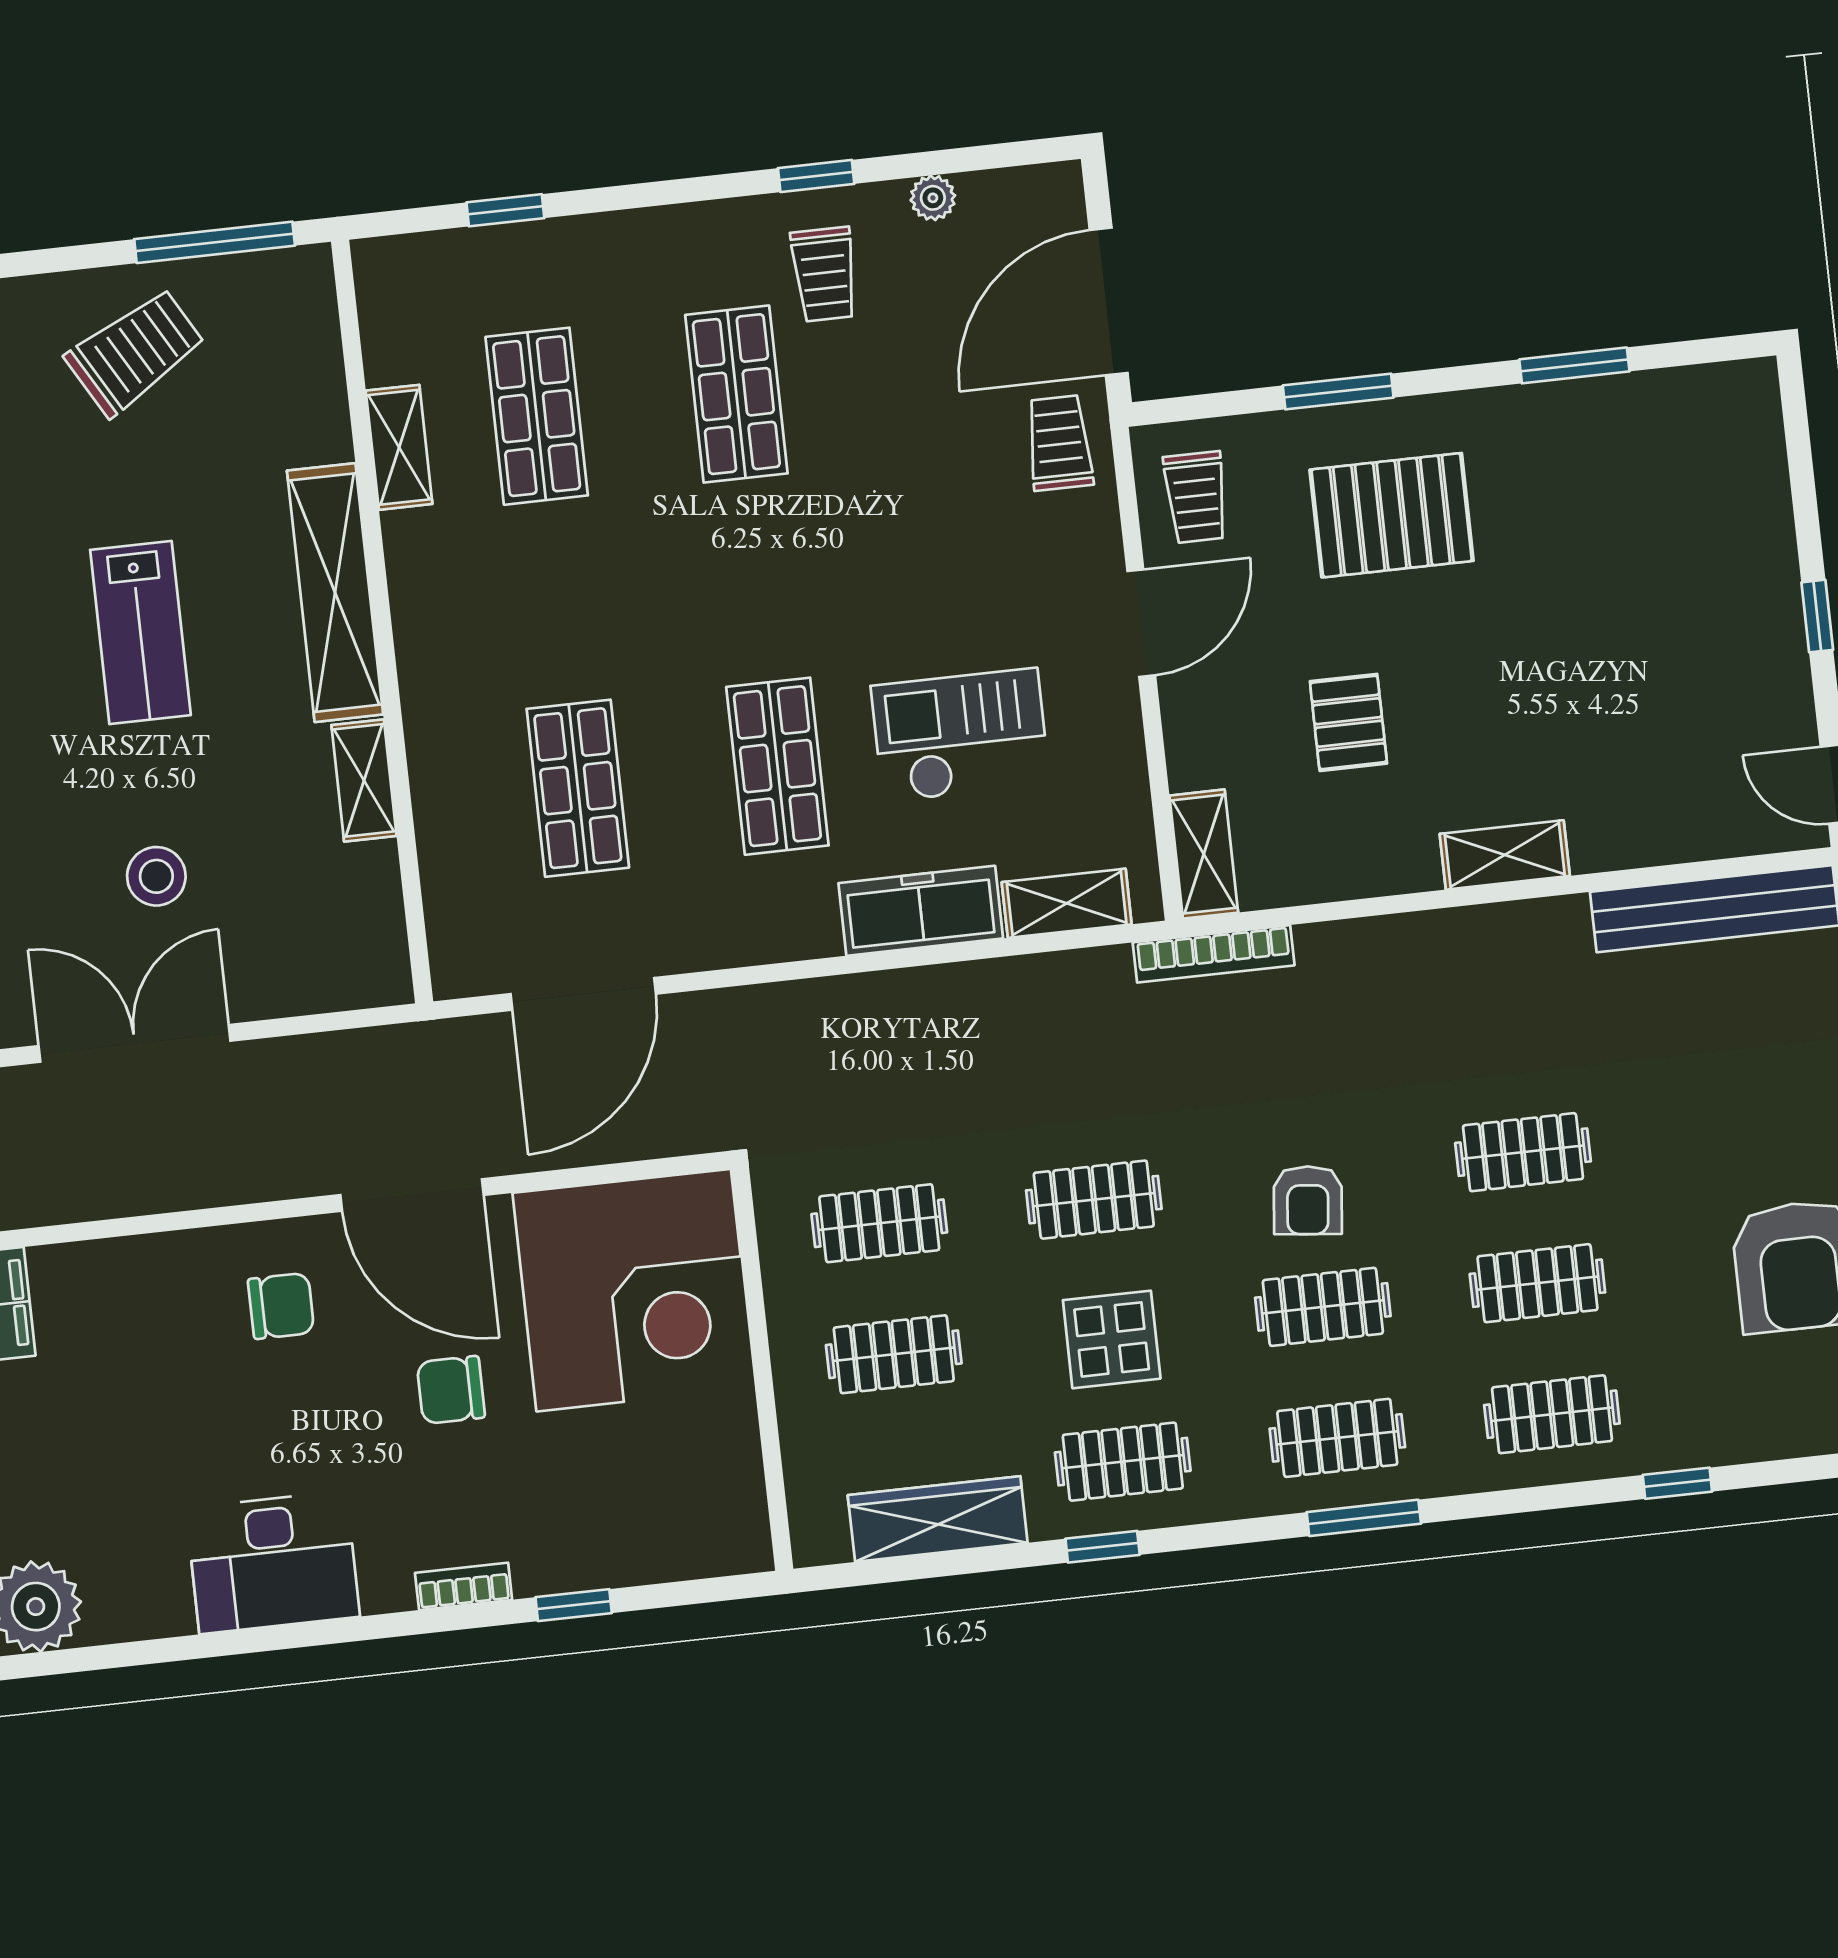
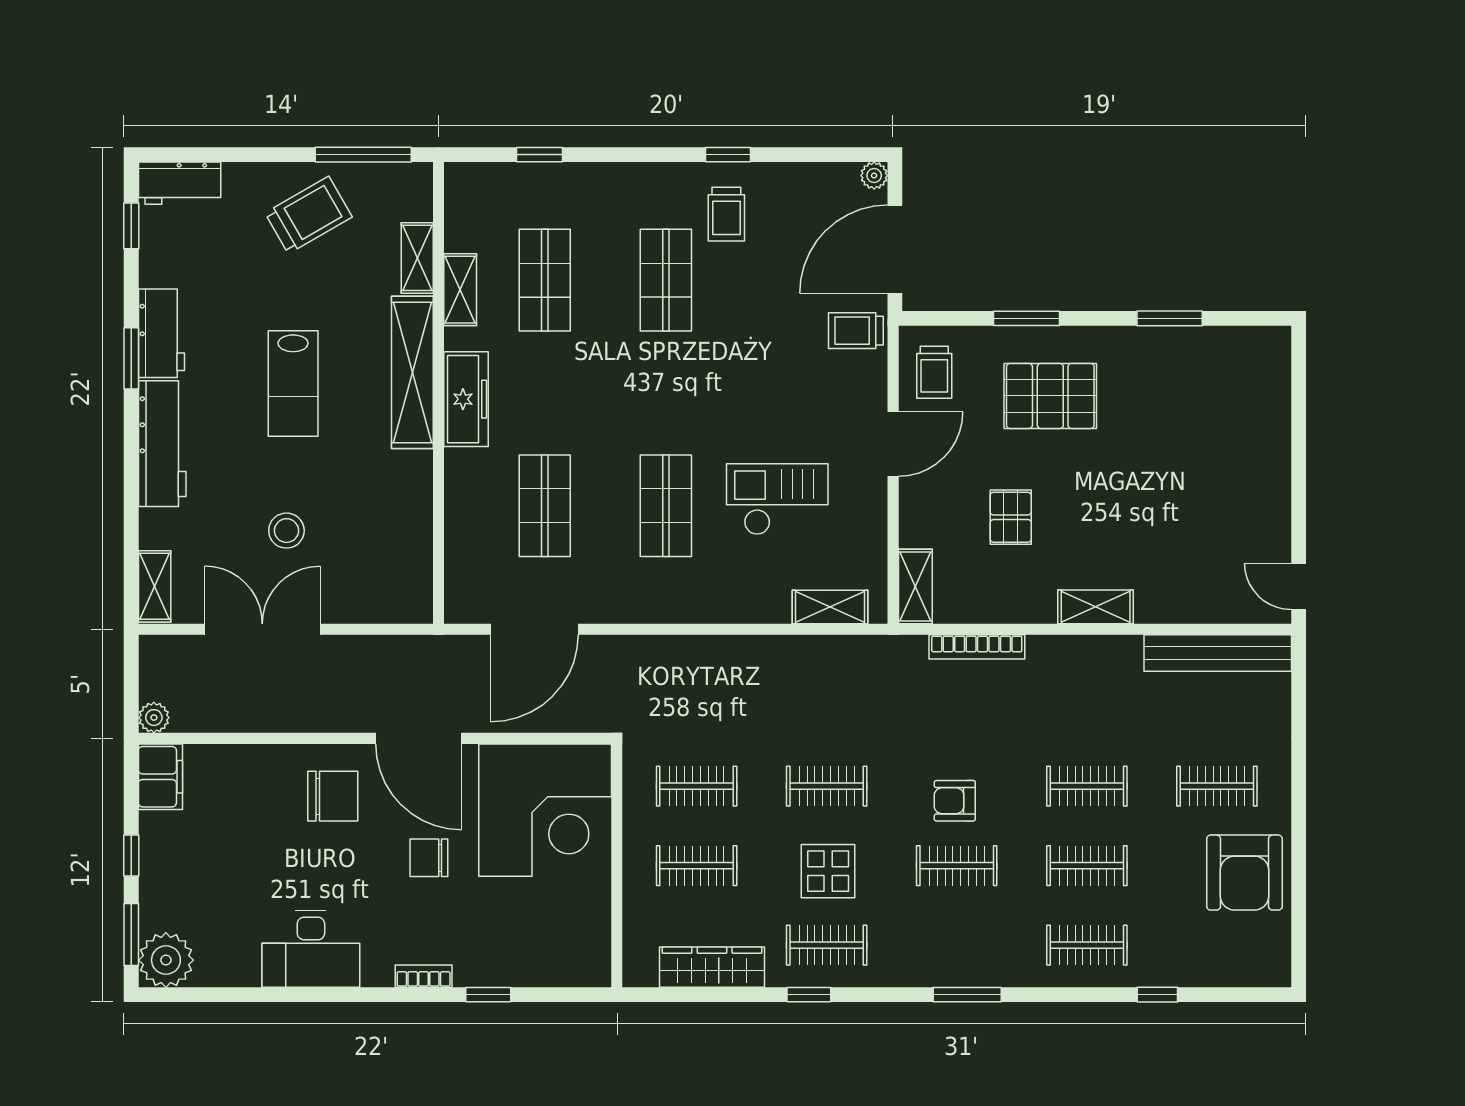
plant: (933, 198) -> (874, 176), moved
trolley: (1059, 443) -> (856, 331), turned -90
window: (1817, 616) -> (1299, 485), removed
shelving: (364, 780) -> (417, 258), moved
freezer: (921, 911) -> (466, 399), moved, turned 90
bookcase: (1214, 954) -> (977, 647), moved
armchair: (1308, 1200) -> (955, 801), turned 84
chair: (281, 1306) -> (333, 796), width x1.37, depth x1.37
clothes rail: (1337, 1438) -> (1217, 786), moved

